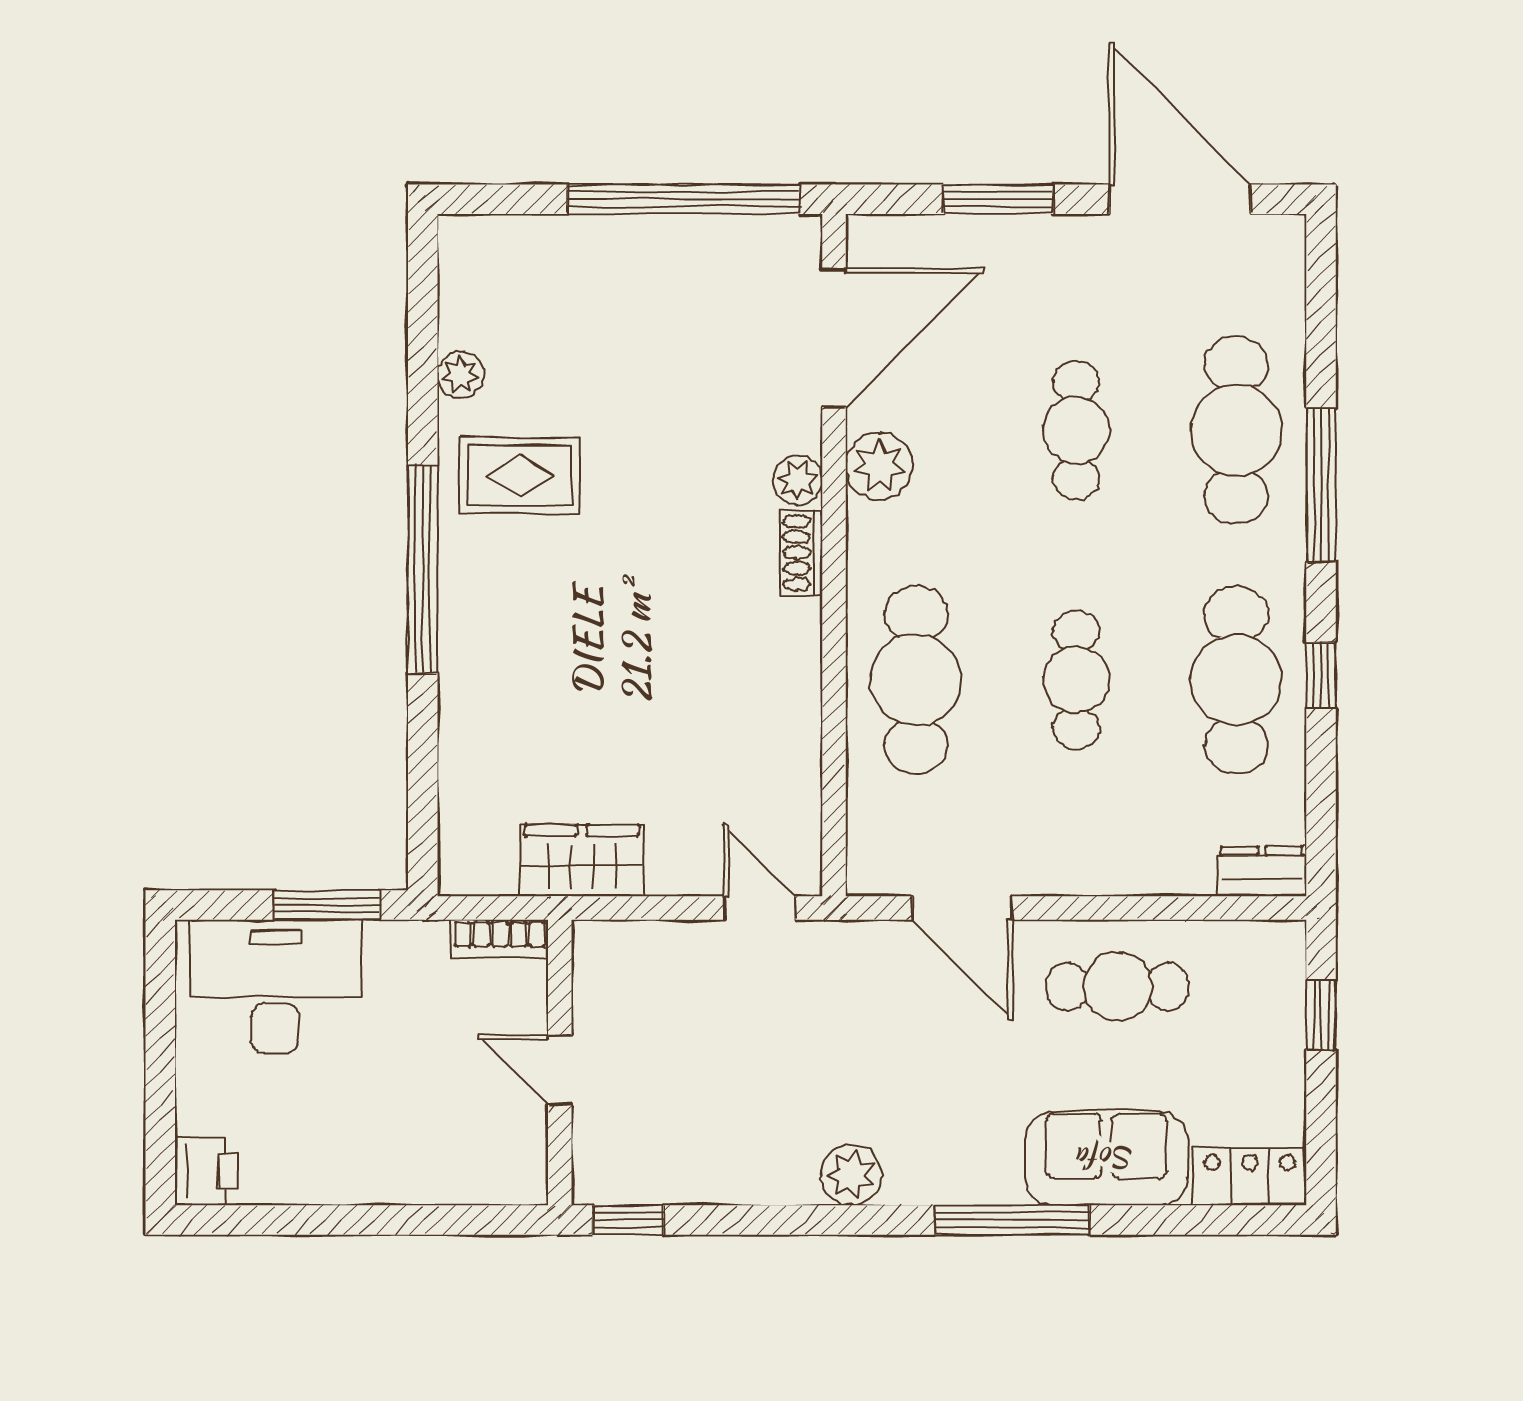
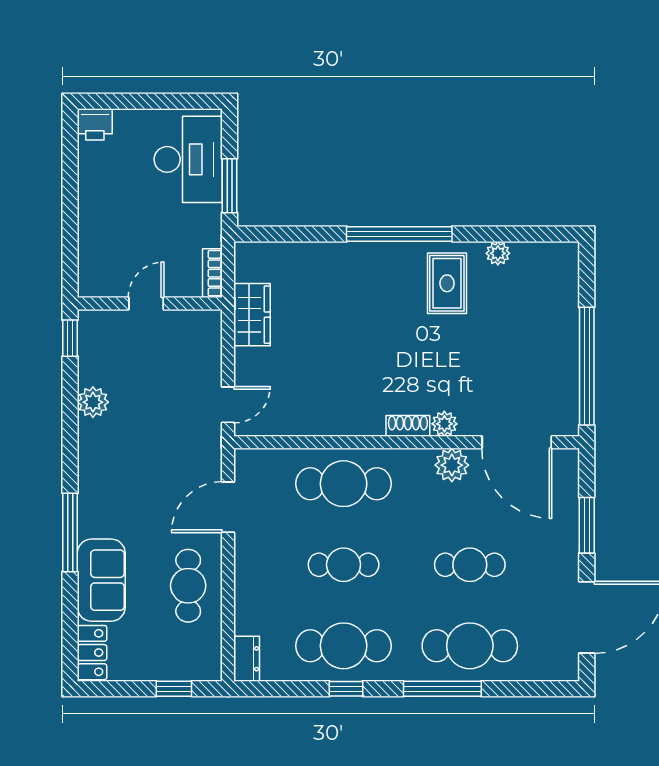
plant: (851, 1175) -> (93, 402), moved

